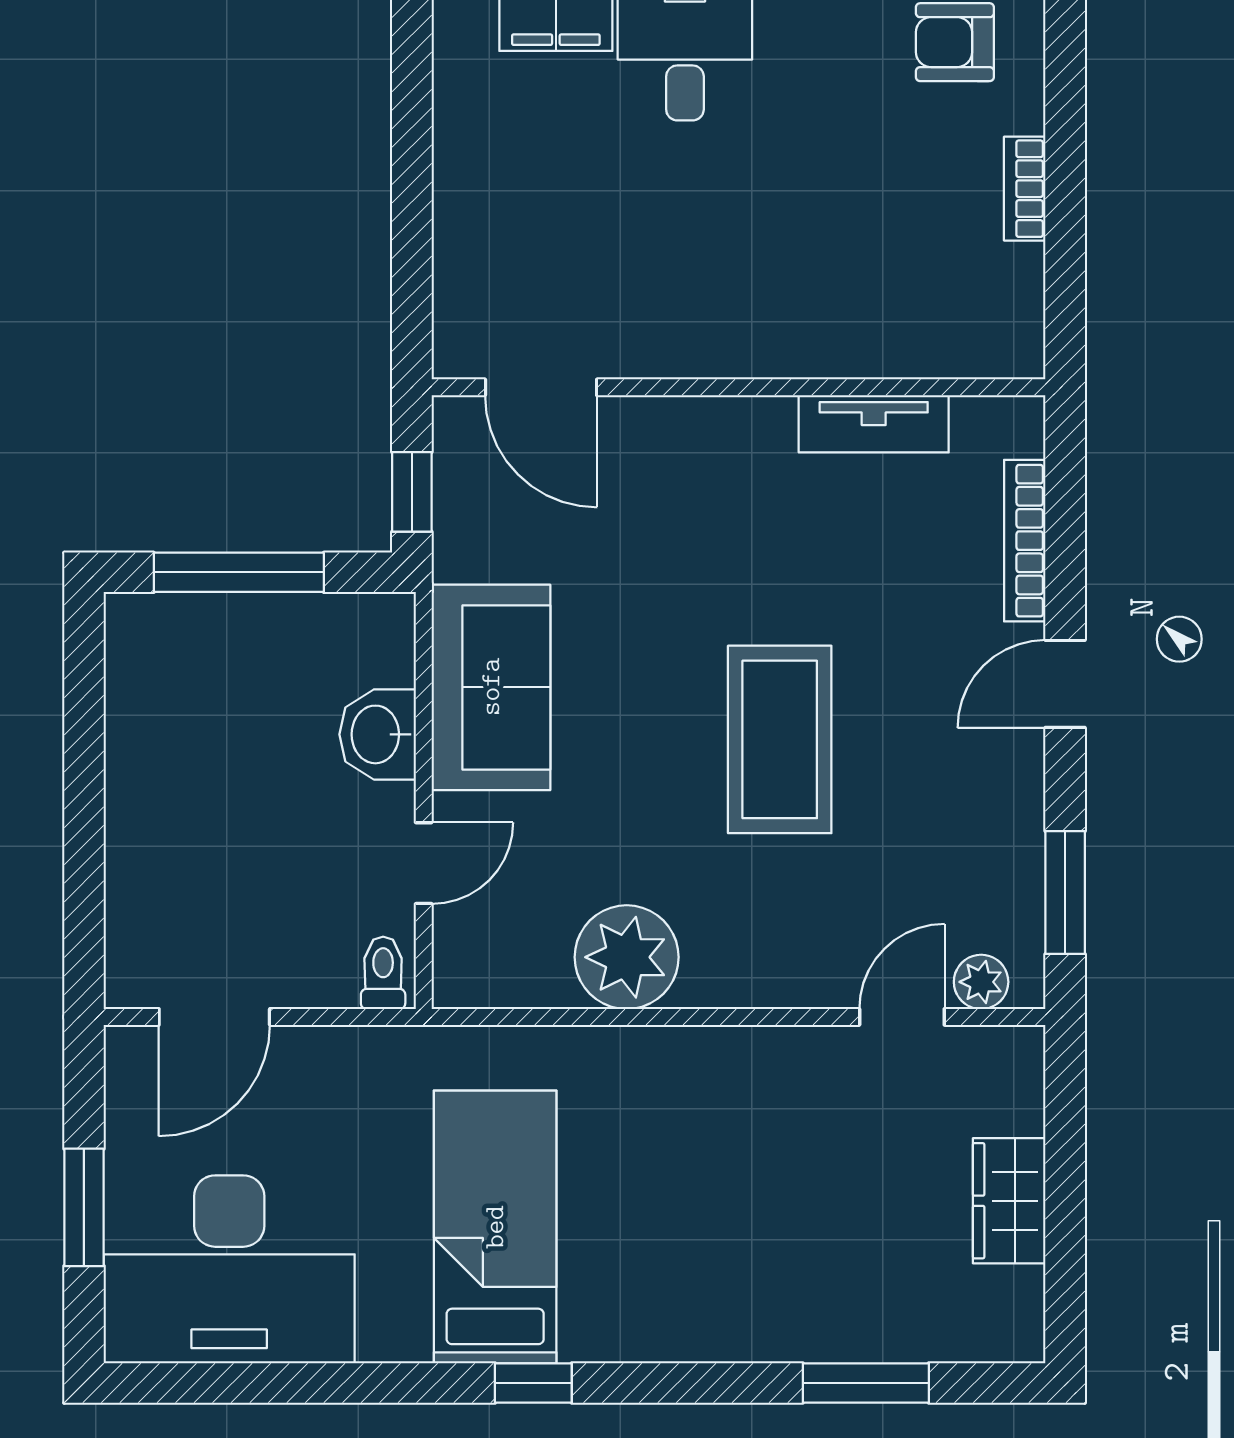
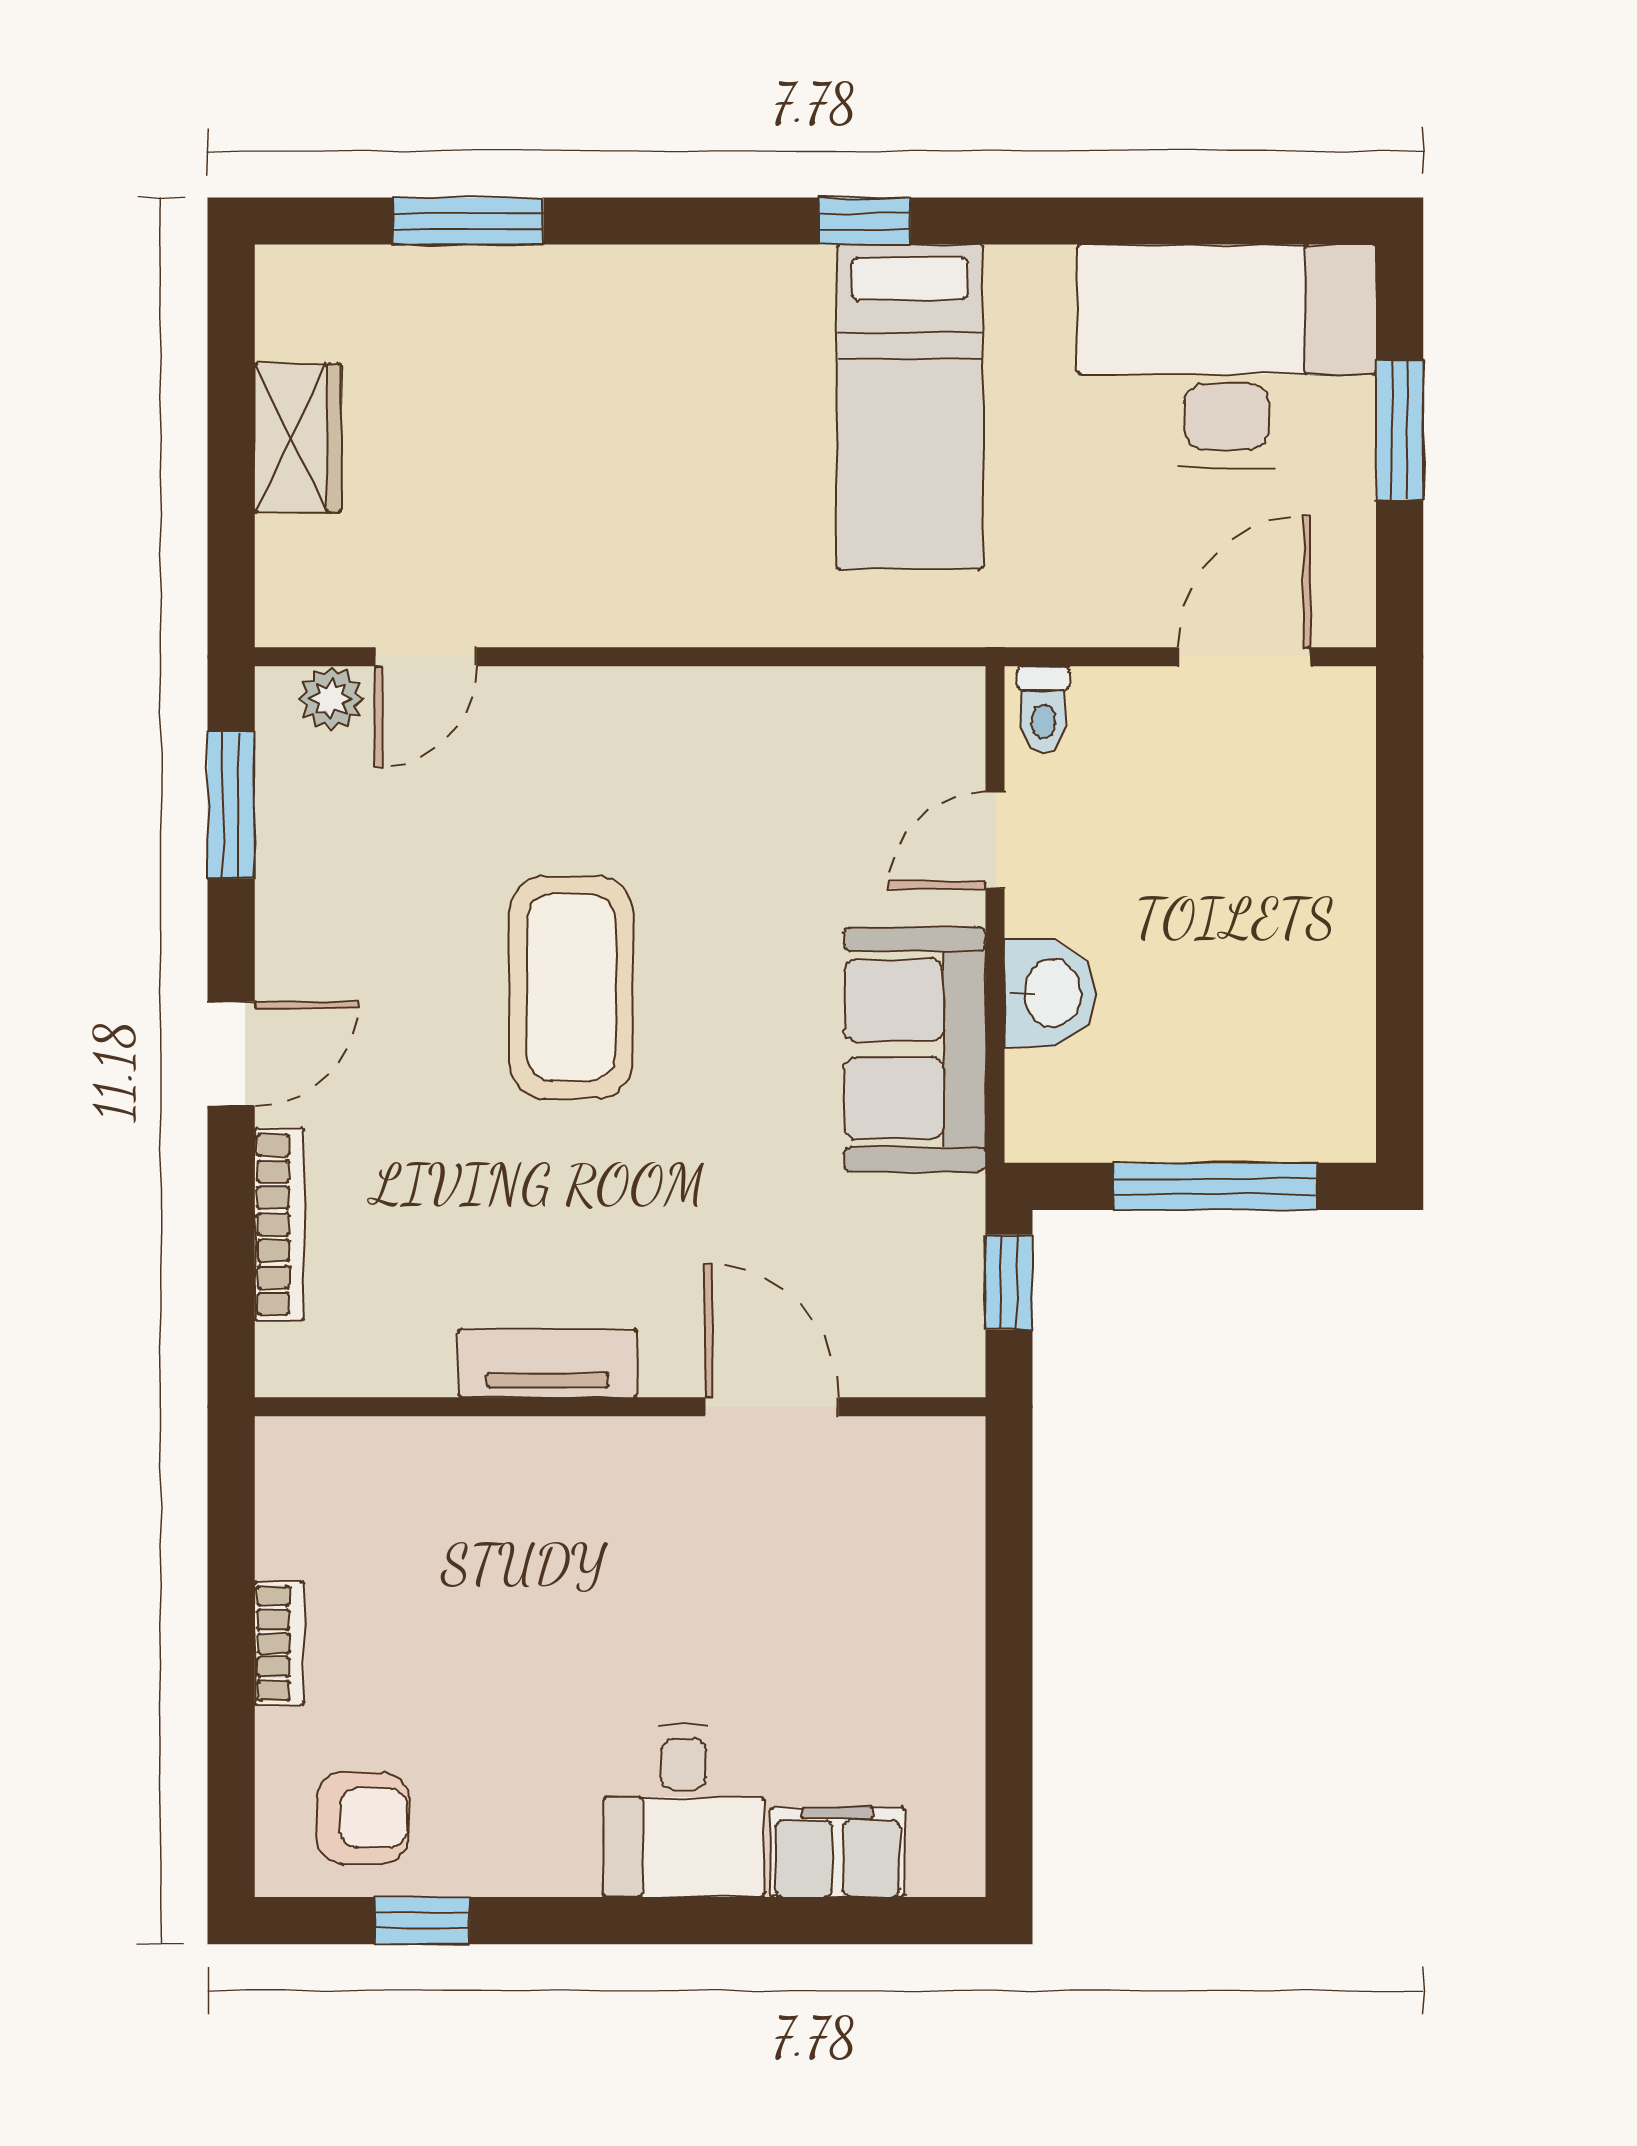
door: (541, 387) -> (772, 1407), moved
tv unit: (874, 424) -> (548, 1363), moved
plant: (627, 957) -> (753, 728), removed

